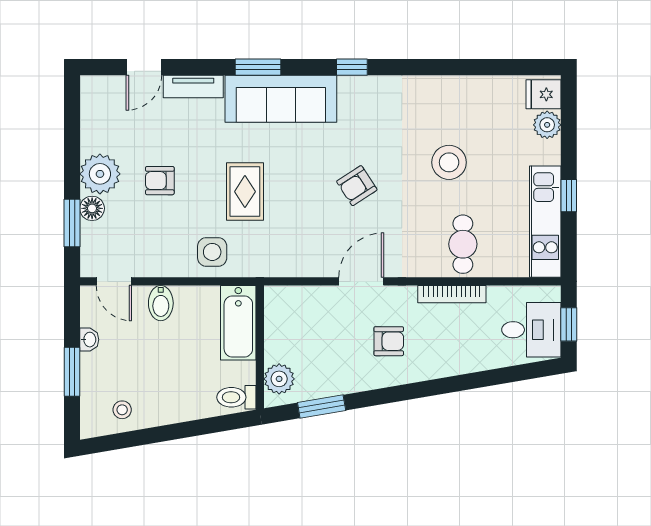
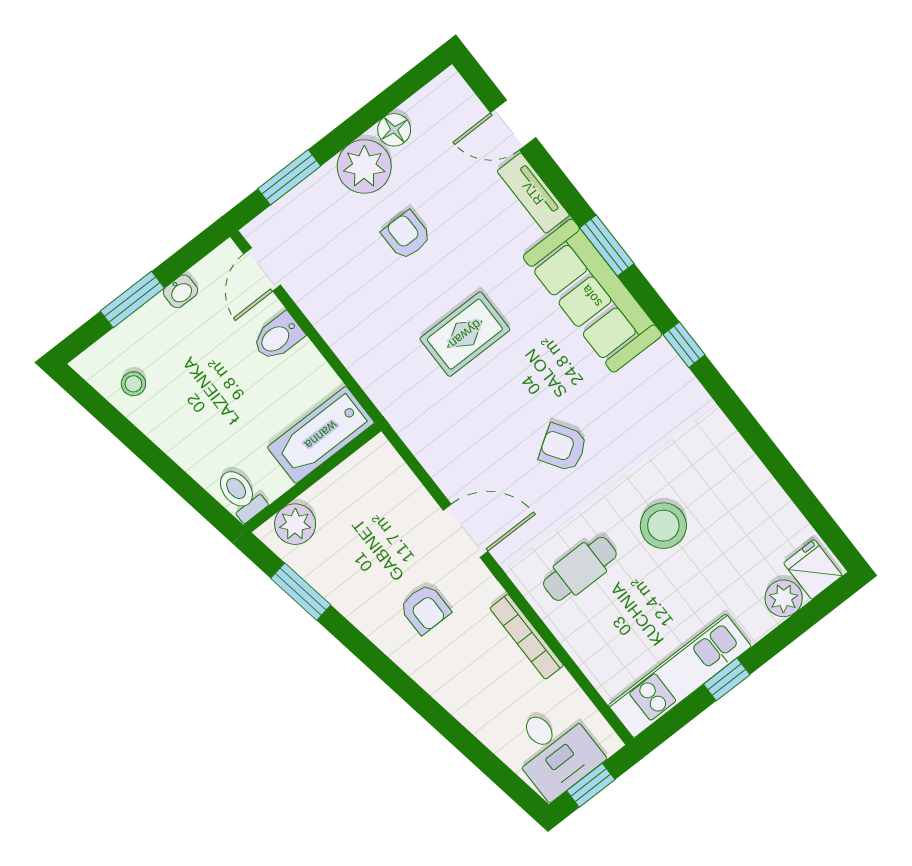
floor lamp: (92, 208) -> (394, 130), moved
cafe table: (463, 244) -> (580, 569), moved
side table: (212, 252) -> (374, 349), removed

